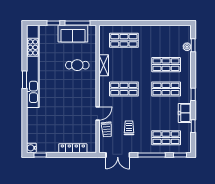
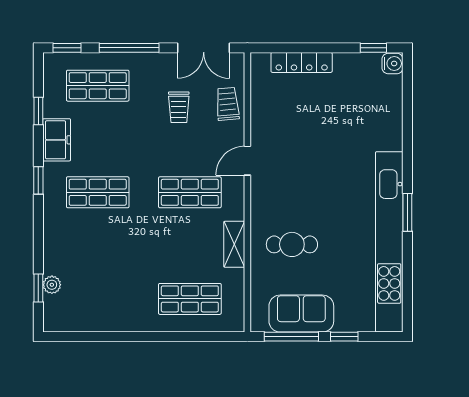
shop shelf: (166, 65) -> (98, 246), removed
door: (98, 113) -> (247, 161), moved
double door: (118, 155) -> (204, 48), swing flipped

